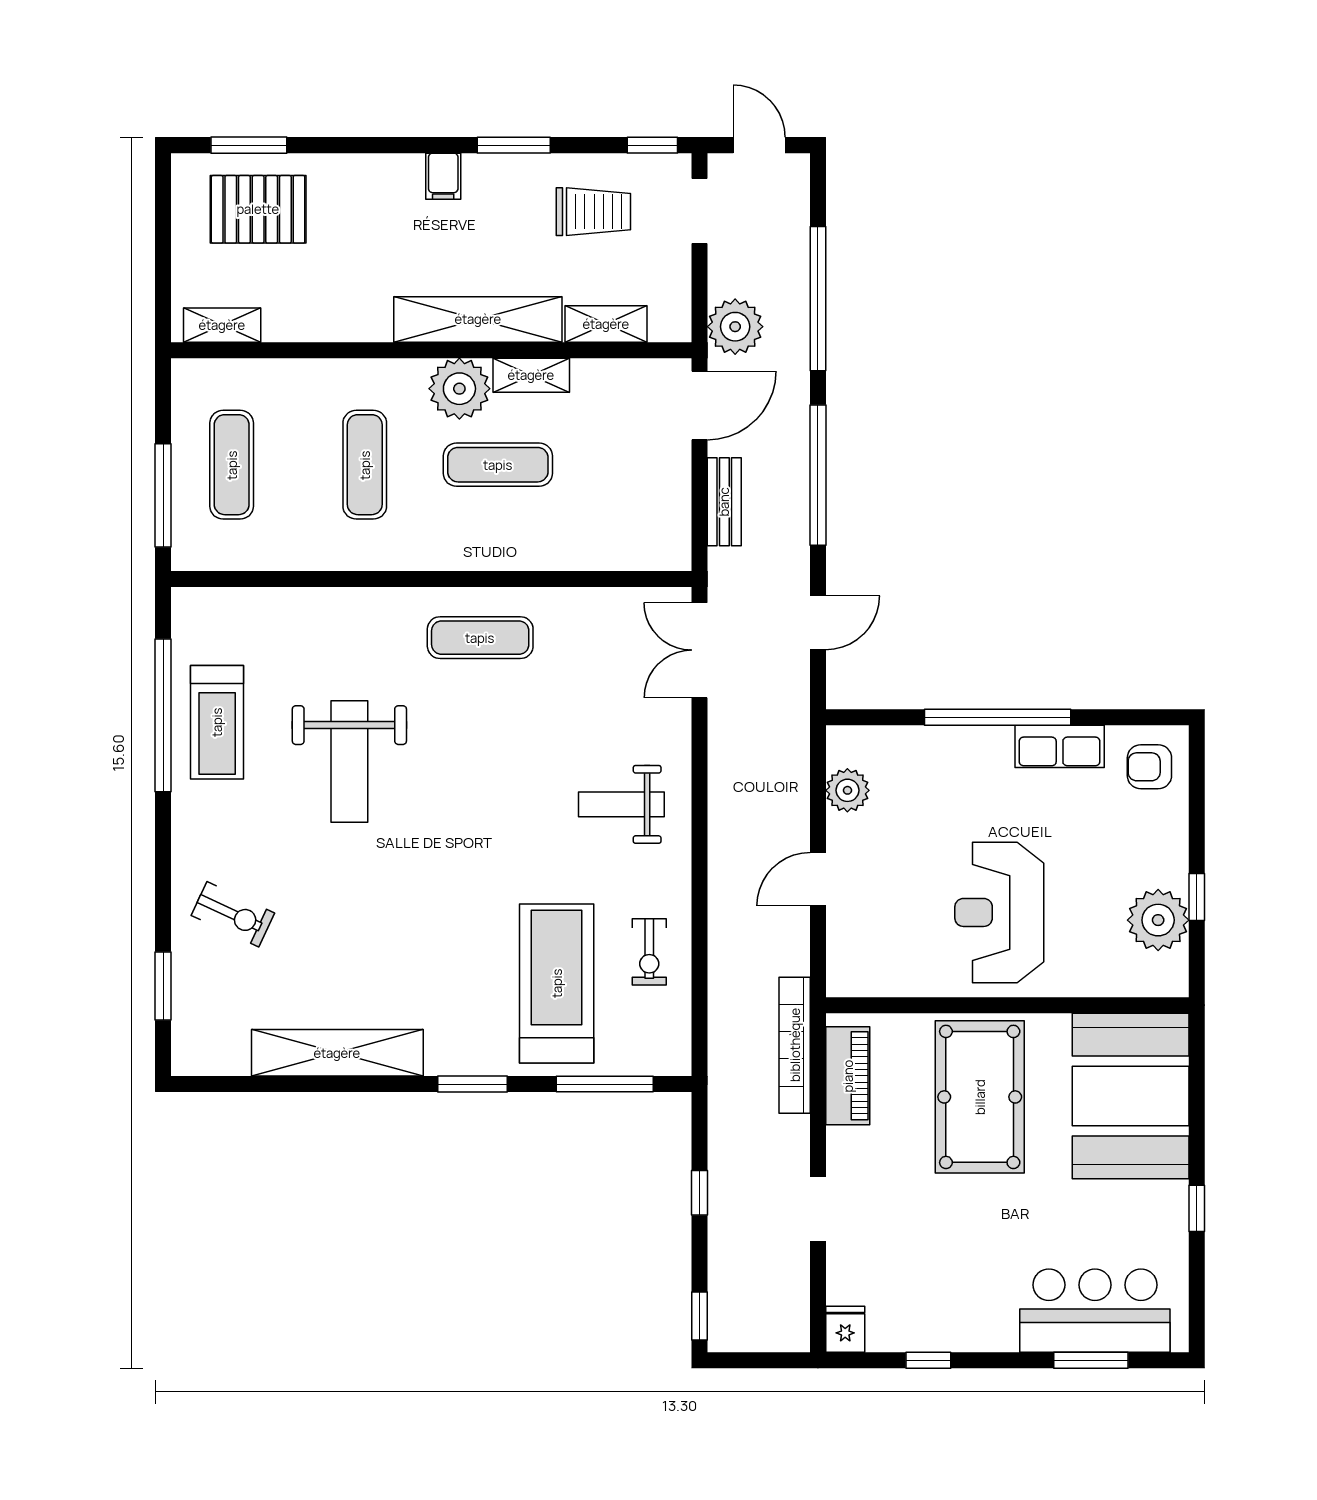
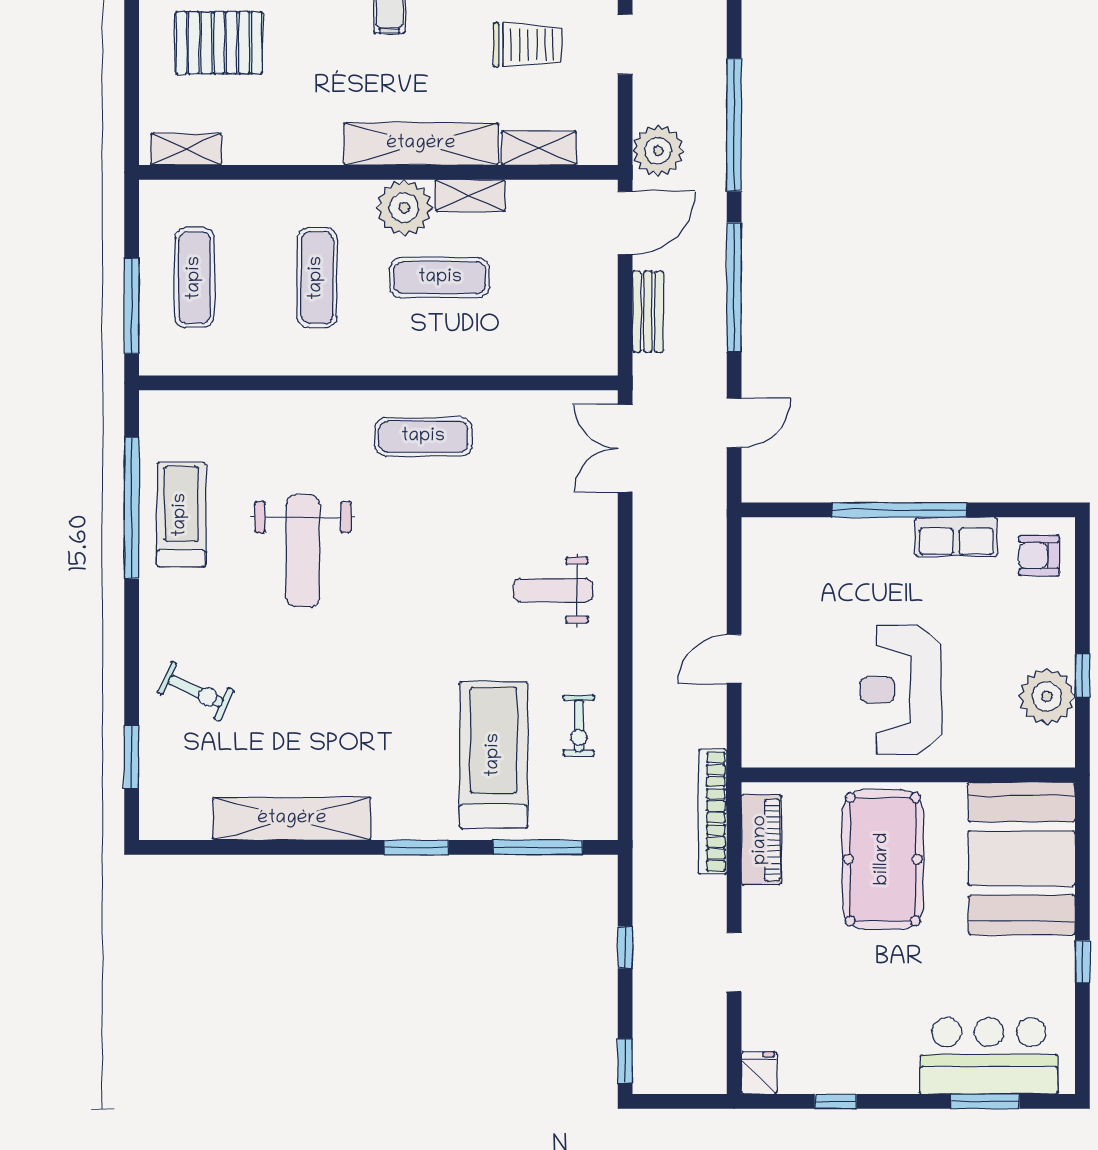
treadmill: (217, 722) -> (181, 515), turned 180
plant: (847, 790) -> (761, 577), removed

